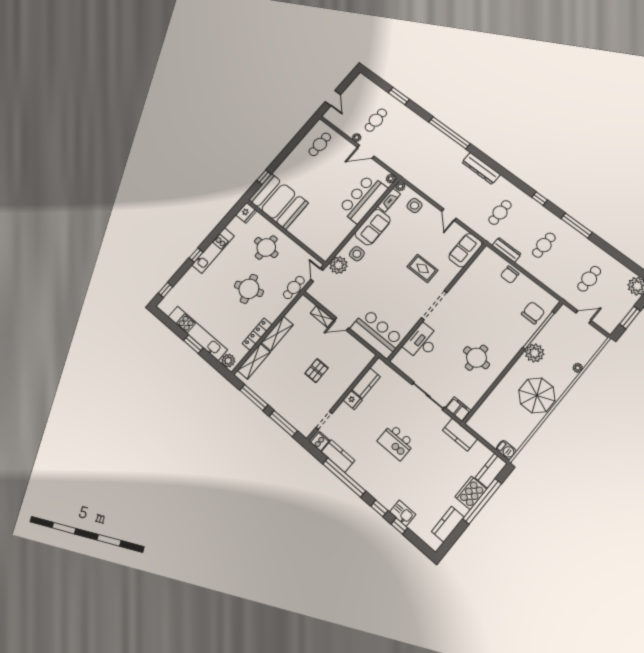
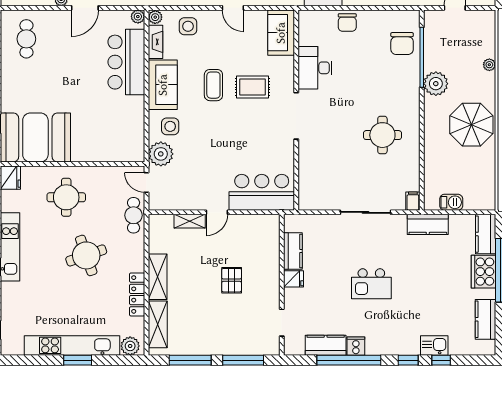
coffee table: (401, 250) -> (213, 85), added
chair: (533, 313) -> (402, 44), turned 180
desk: (422, 342) -> (315, 68), moved
filing cabinet: (458, 409) -> (413, 201), width x0.50
cooker: (320, 441) -> (356, 346), moved
barbecue: (506, 450) -> (451, 202), moved

